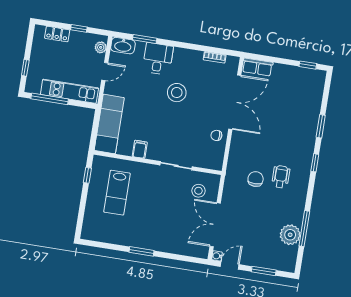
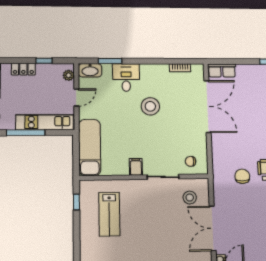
chair: (216, 135) -> (191, 161), moved
filing cabinet: (140, 149) -> (136, 167), moved

